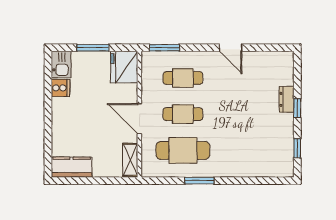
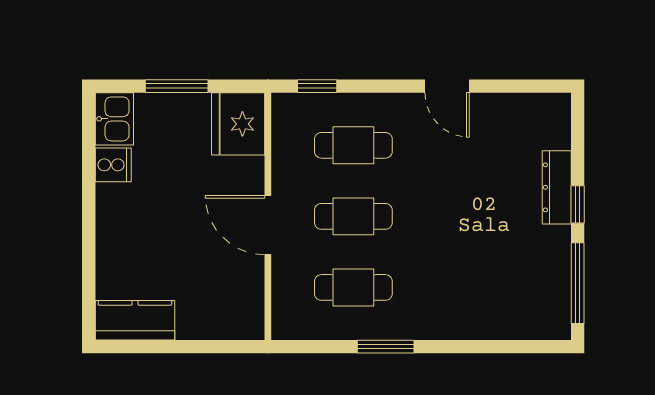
window: (164, 48) -> (317, 86), width x0.67
dresser: (287, 99) -> (557, 187), width x1.44
window: (297, 148) -> (578, 283), width x2.17
cafe table: (183, 150) -> (353, 287), width x0.73, depth x0.74
shelving: (130, 160) -> (250, 306), removed

